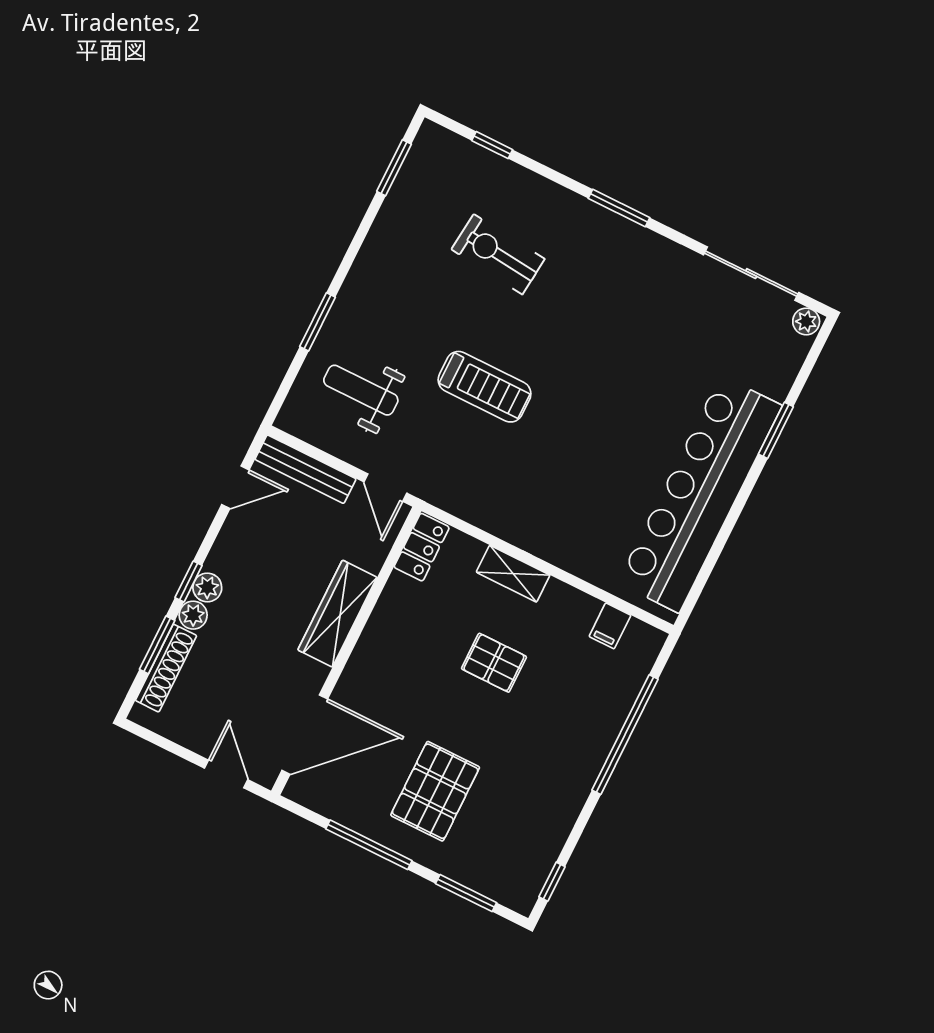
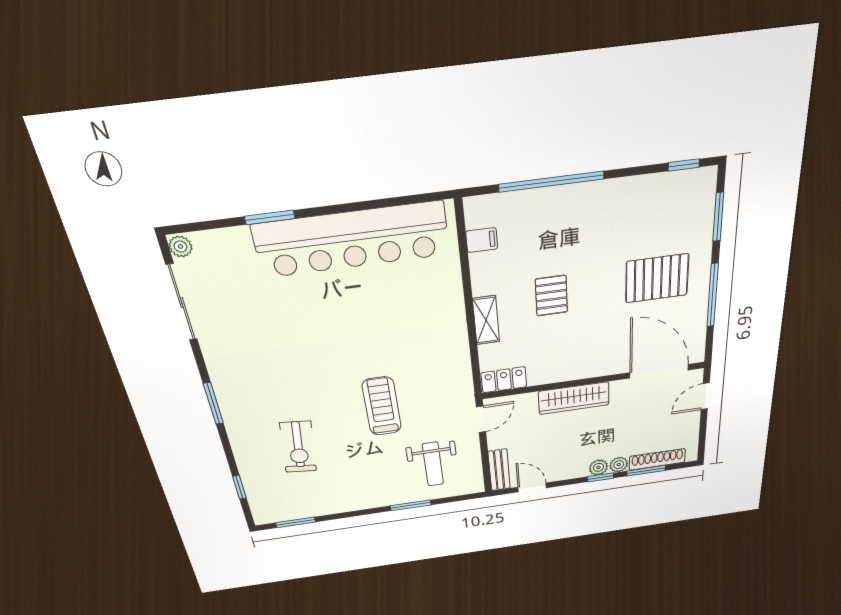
bench: (306, 469) -> (499, 470), width x0.73

